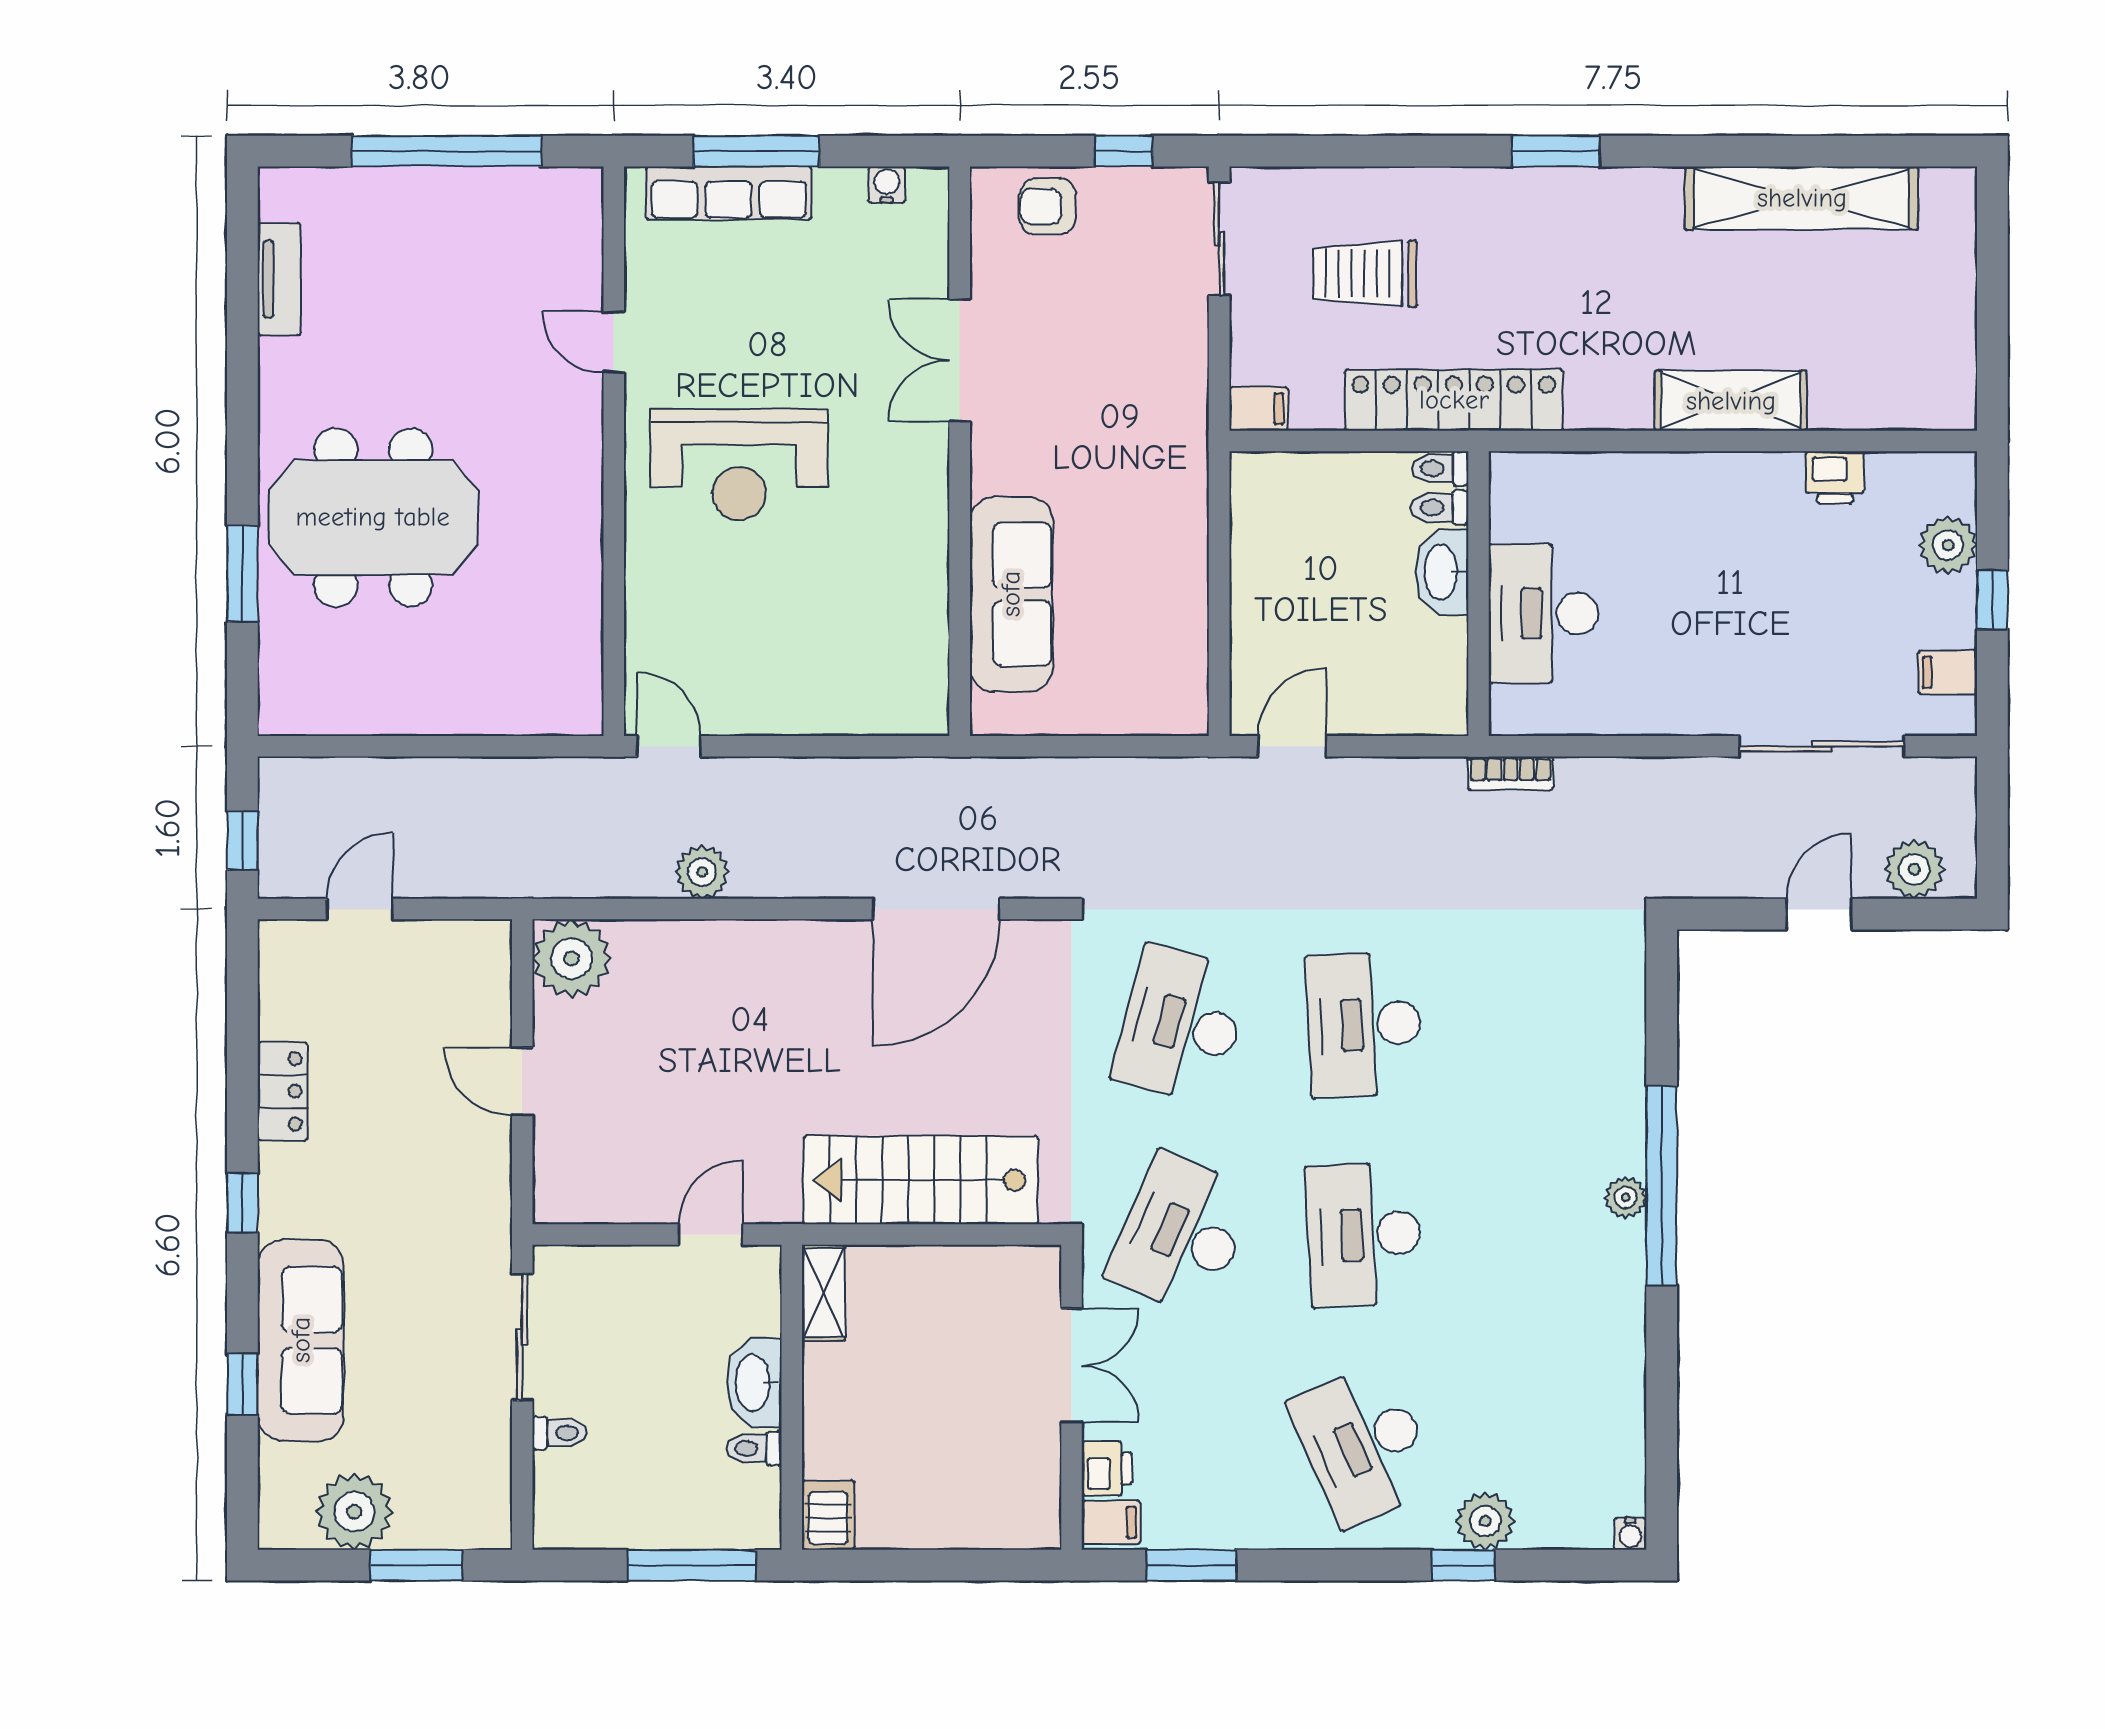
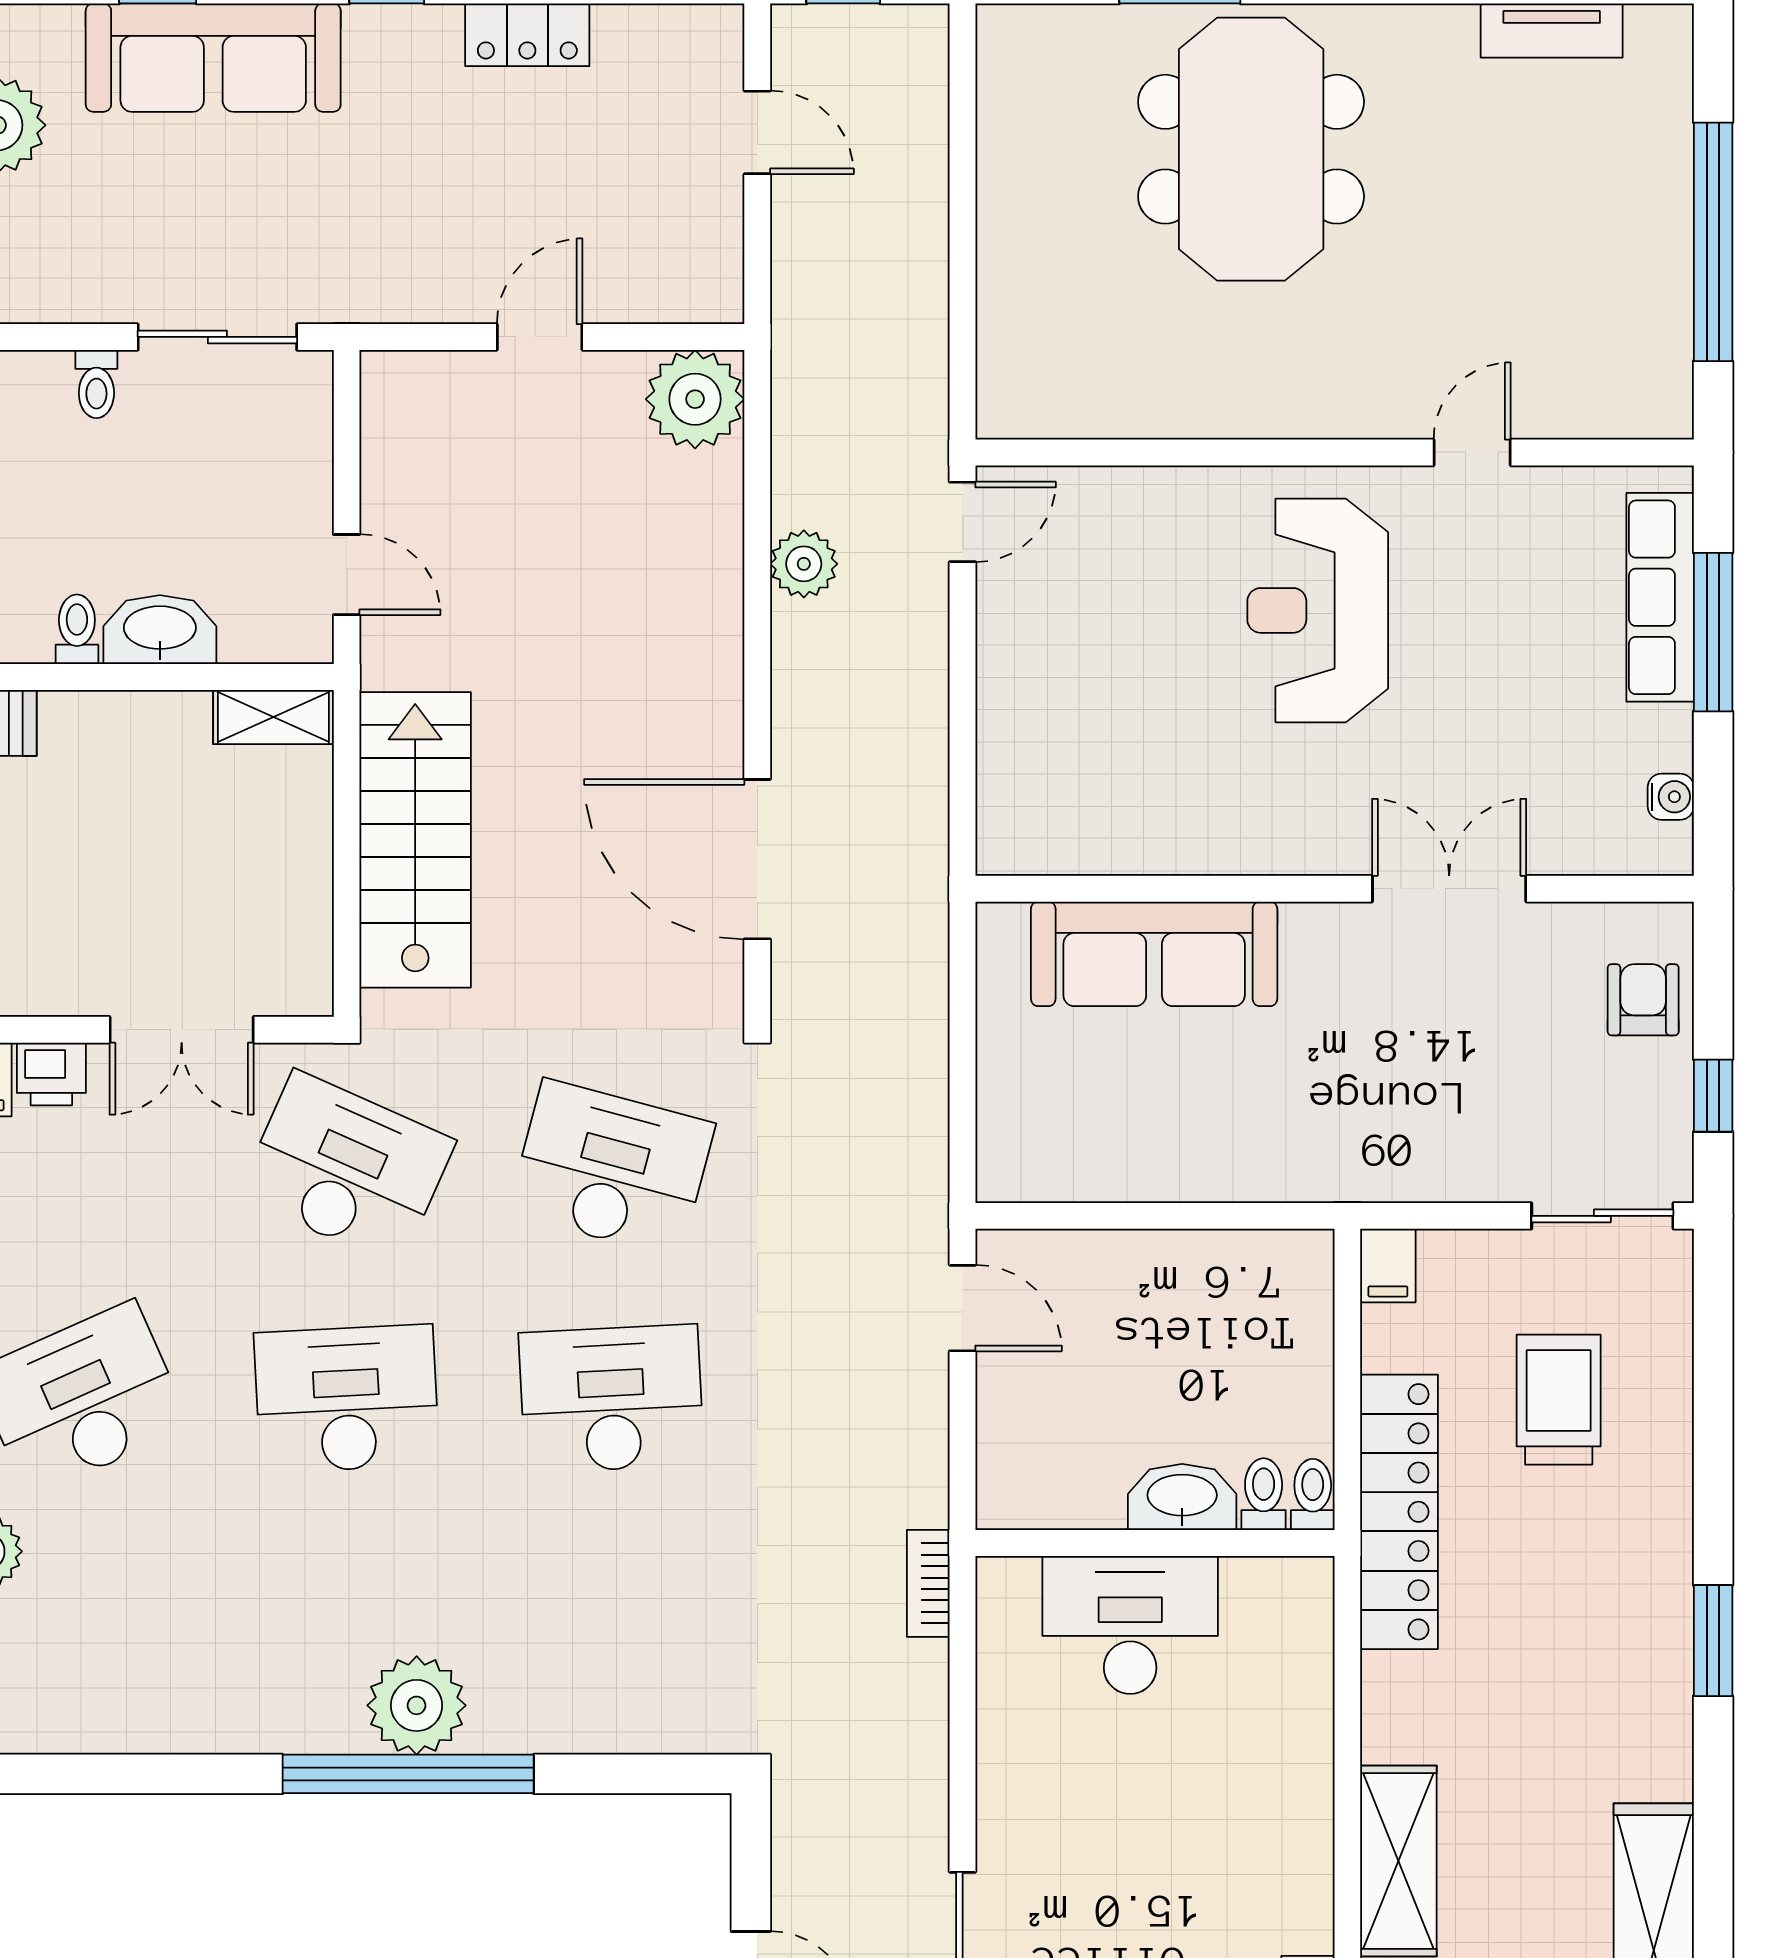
plant: (1626, 1197) -> (417, 1705), width x1.87, depth x1.87

